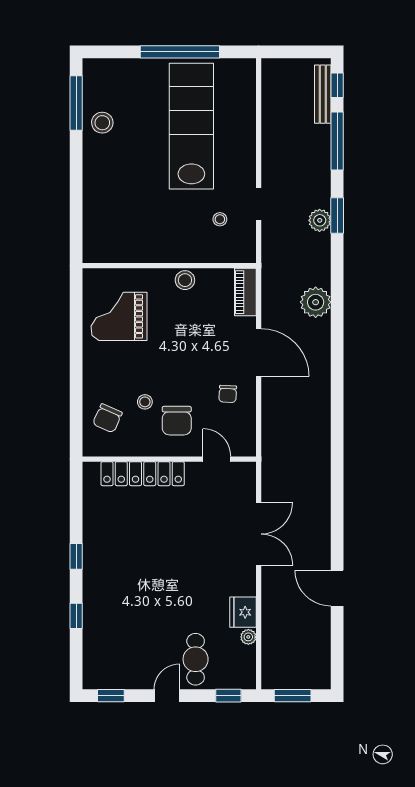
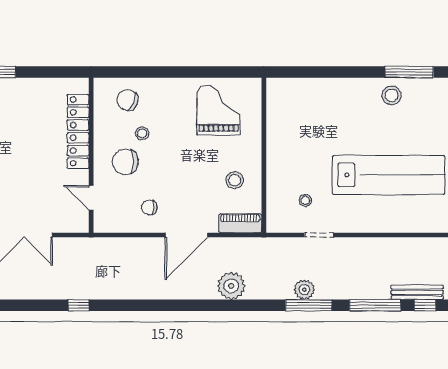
window: (337, 215) -> (309, 305), width x1.44
stool: (185, 280) -> (235, 180), moved
door: (217, 459) -> (91, 198), swing flipped
window: (337, 473) -> (78, 305), added

